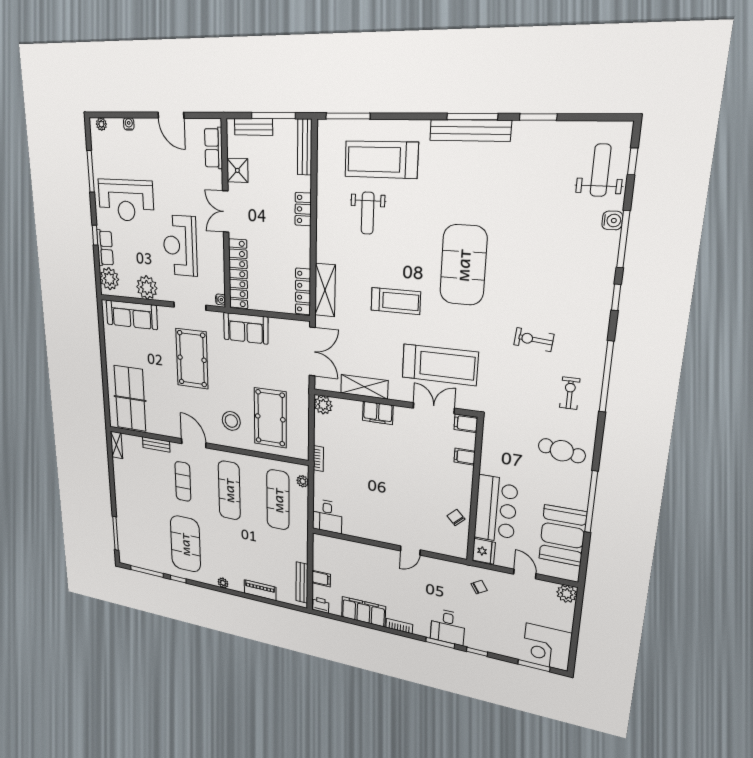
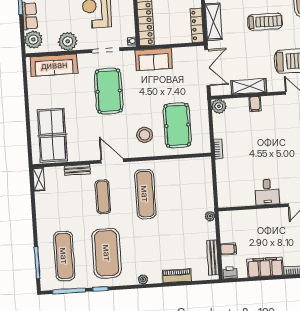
filing cabinet: (378, 413) -> (255, 104), width x0.50
plant: (303, 481) -> (210, 216), moved
exercise mat: (278, 500) -> (64, 256), moved
desk: (327, 516) -> (267, 192), moved

